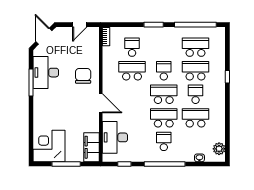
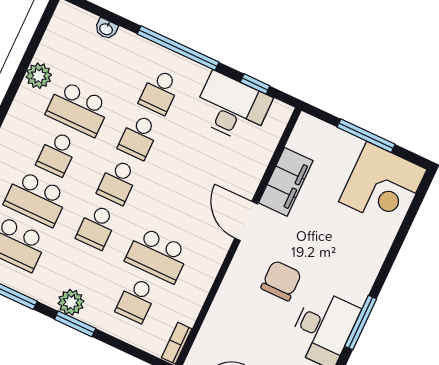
plant: (160, 33) -> (71, 302), added
chair: (83, 76) -> (281, 281), moved, turned 180
school desk: (164, 94) -> (118, 182), width x0.54
school desk: (164, 118) -> (139, 137), width x0.54
desk: (115, 137) -> (232, 108), moved, turned -90
filing cabinet: (91, 147) -> (286, 182), moved
plant: (219, 149) -> (39, 76), moved

